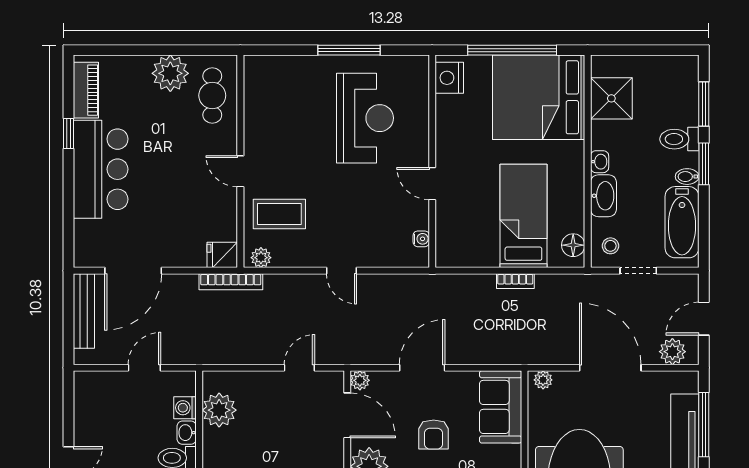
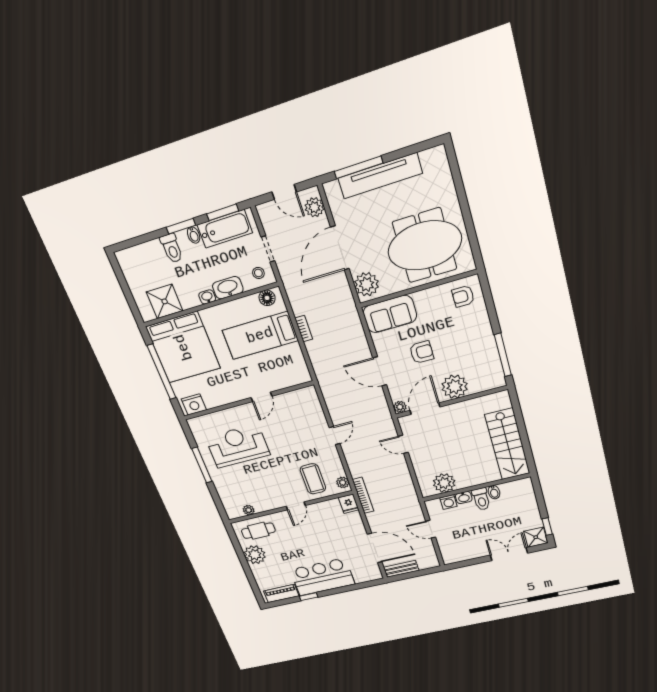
plant: (253, 94) -> (249, 510), added
window: (704, 104) -> (223, 212), moved
water cooler: (421, 239) -> (298, 394), removed
bench: (84, 311) -> (401, 569), width x0.73
plant: (543, 380) -> (367, 284), width x1.88, depth x1.88

